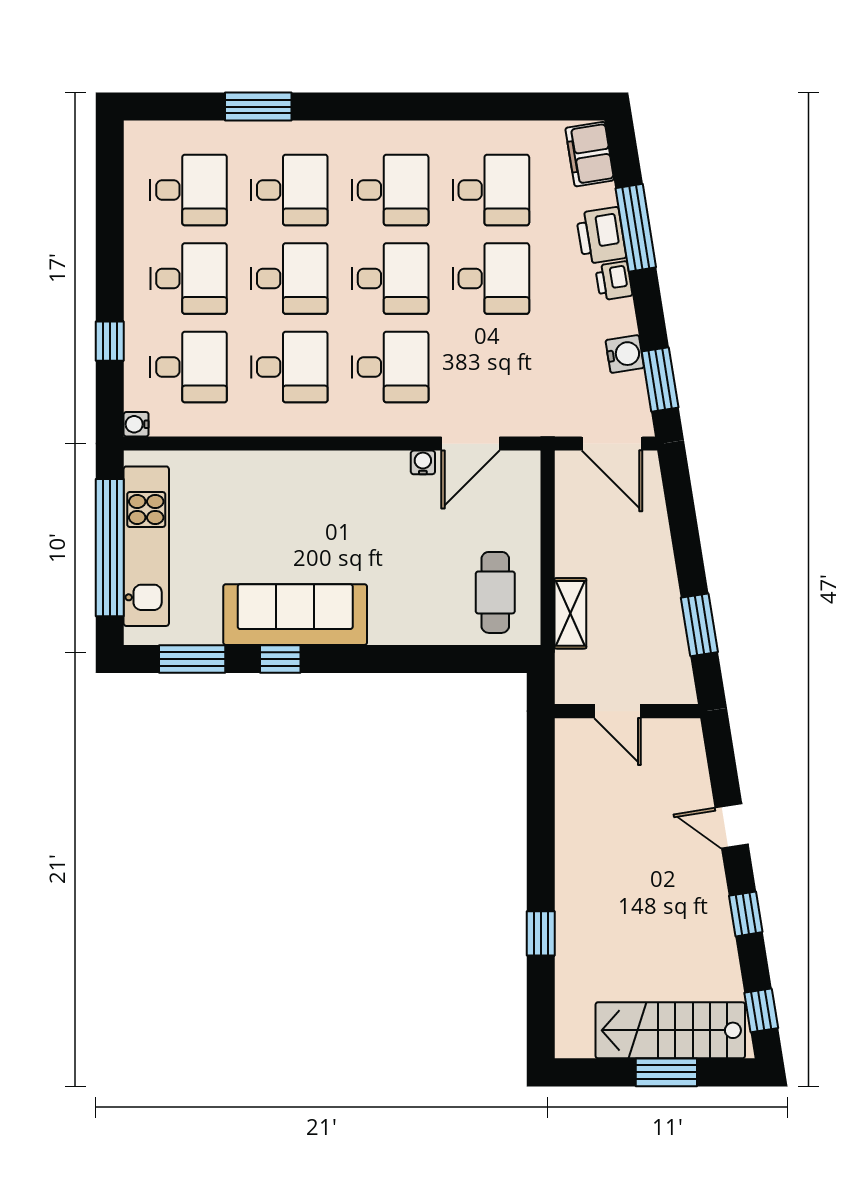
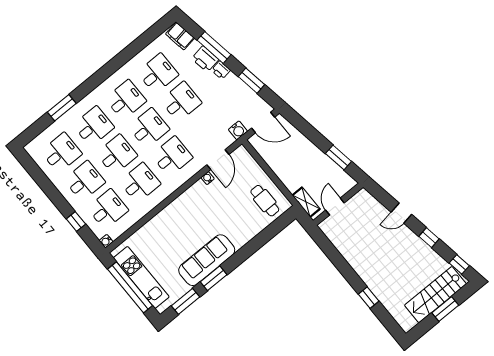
water cooler: (625, 354) -> (238, 130), moved, turned 99
window: (660, 379) -> (252, 81), moved
shelving: (570, 613) -> (306, 202), moved
window: (280, 659) -> (214, 278), width x1.50
door: (618, 711) -> (335, 206), swing flipped

